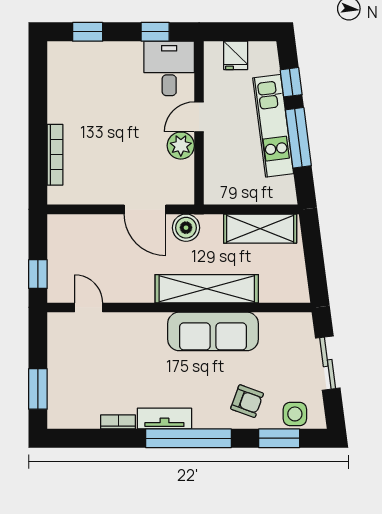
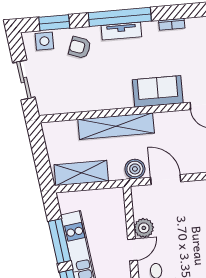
sofa: (213, 331) -> (158, 91), moved, width x0.73
tv unit: (164, 419) -> (121, 31), moved

